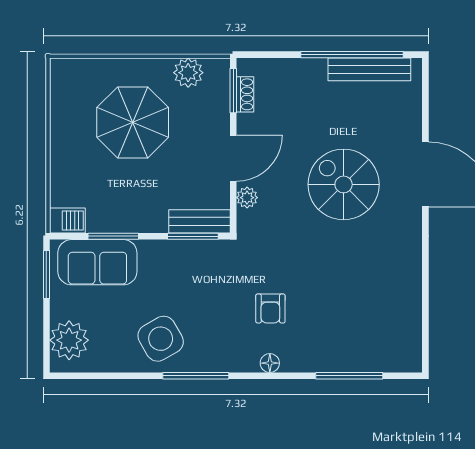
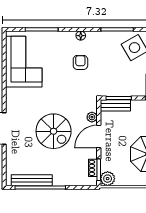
plant: (188, 73) -> (108, 179), moved
spiral stairs: (344, 184) -> (54, 131), moved
corner sofa: (385, 310) -> (24, 62), added

